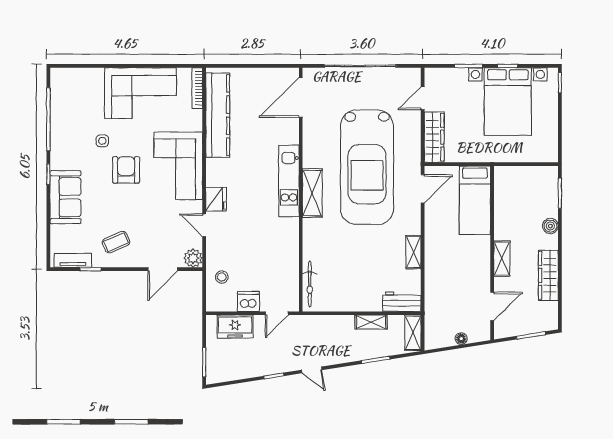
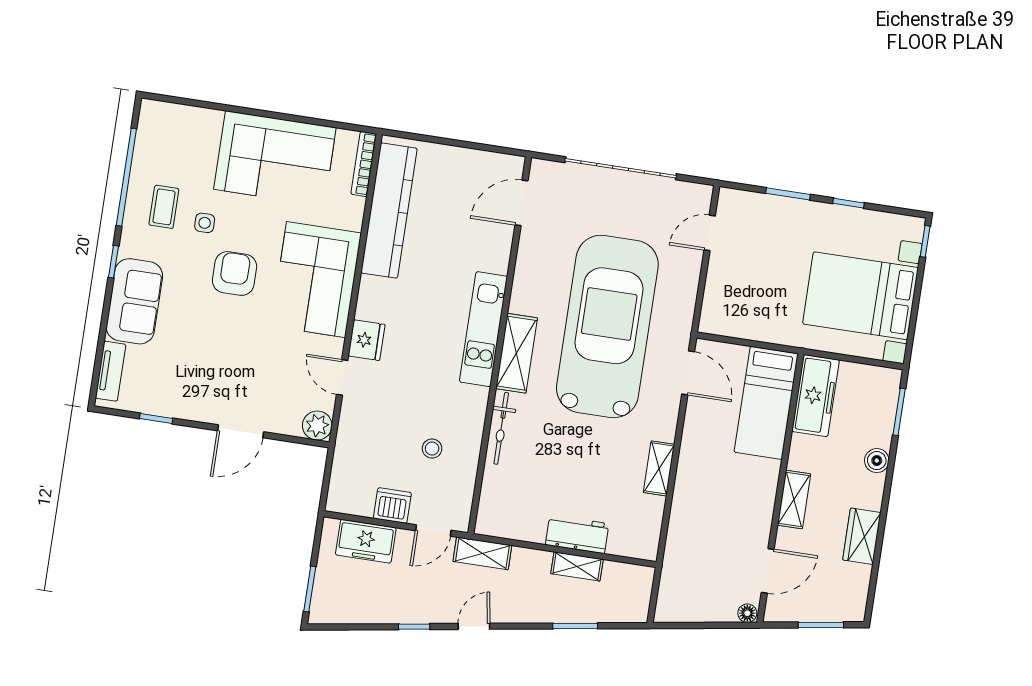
door: (301, 97) -> (521, 203), width x0.73
bed with nightstands: (508, 102) -> (860, 296), moved, turned 90
wardrobe: (434, 137) -> (718, 296), removed
car: (367, 167) -> (607, 326), turned 180
door: (423, 189) -> (688, 373), hinge flipped
freezer: (505, 191) -> (816, 396), added
coffee table: (116, 242) -> (164, 207), moved, turned -67
tv unit: (73, 260) -> (111, 371), moved, turned 90
door: (163, 269) -> (241, 431), moved
wardrobe: (548, 275) -> (862, 536), width x0.67
stool: (222, 277) -> (432, 449), moved
bicycle: (310, 284) -> (501, 428), moved
workbench: (402, 302) -> (577, 534), moved
shelving: (413, 333) -> (482, 553), moved, turned 90
floor lamp: (461, 339) -> (747, 613), moved
door: (312, 370) -> (474, 626), swing flipped

